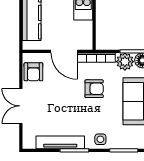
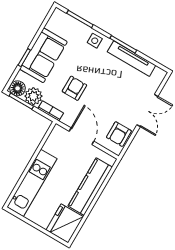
bookcase: (96, 58) -> (51, 111), width x0.64
armchair: (33, 72) -> (119, 134), turned 180
armchair: (94, 89) -> (74, 88), turned 90

